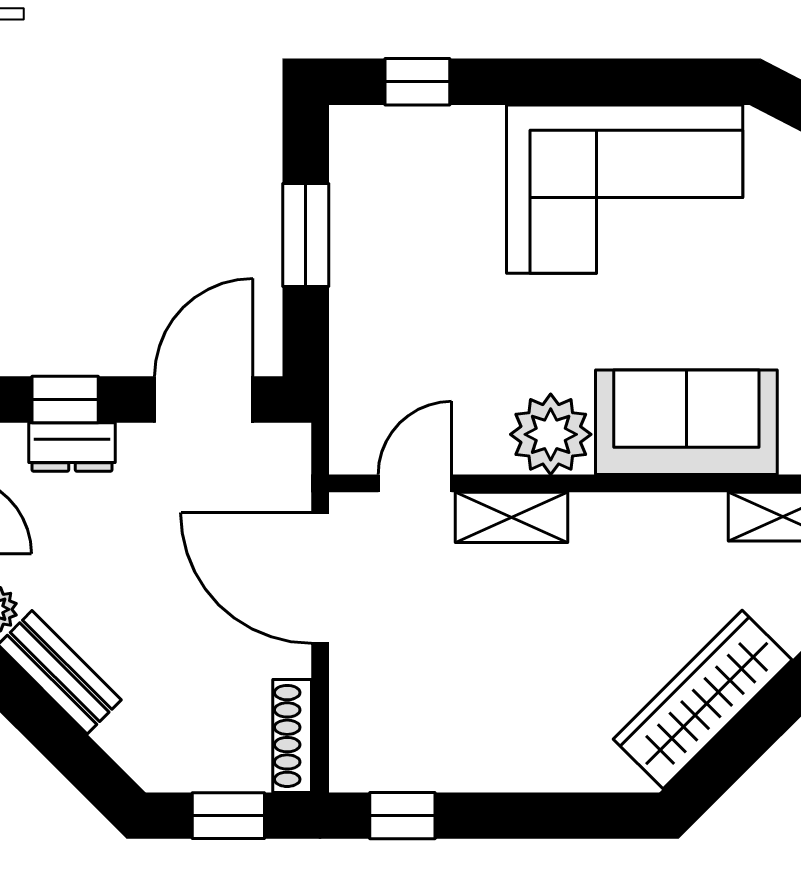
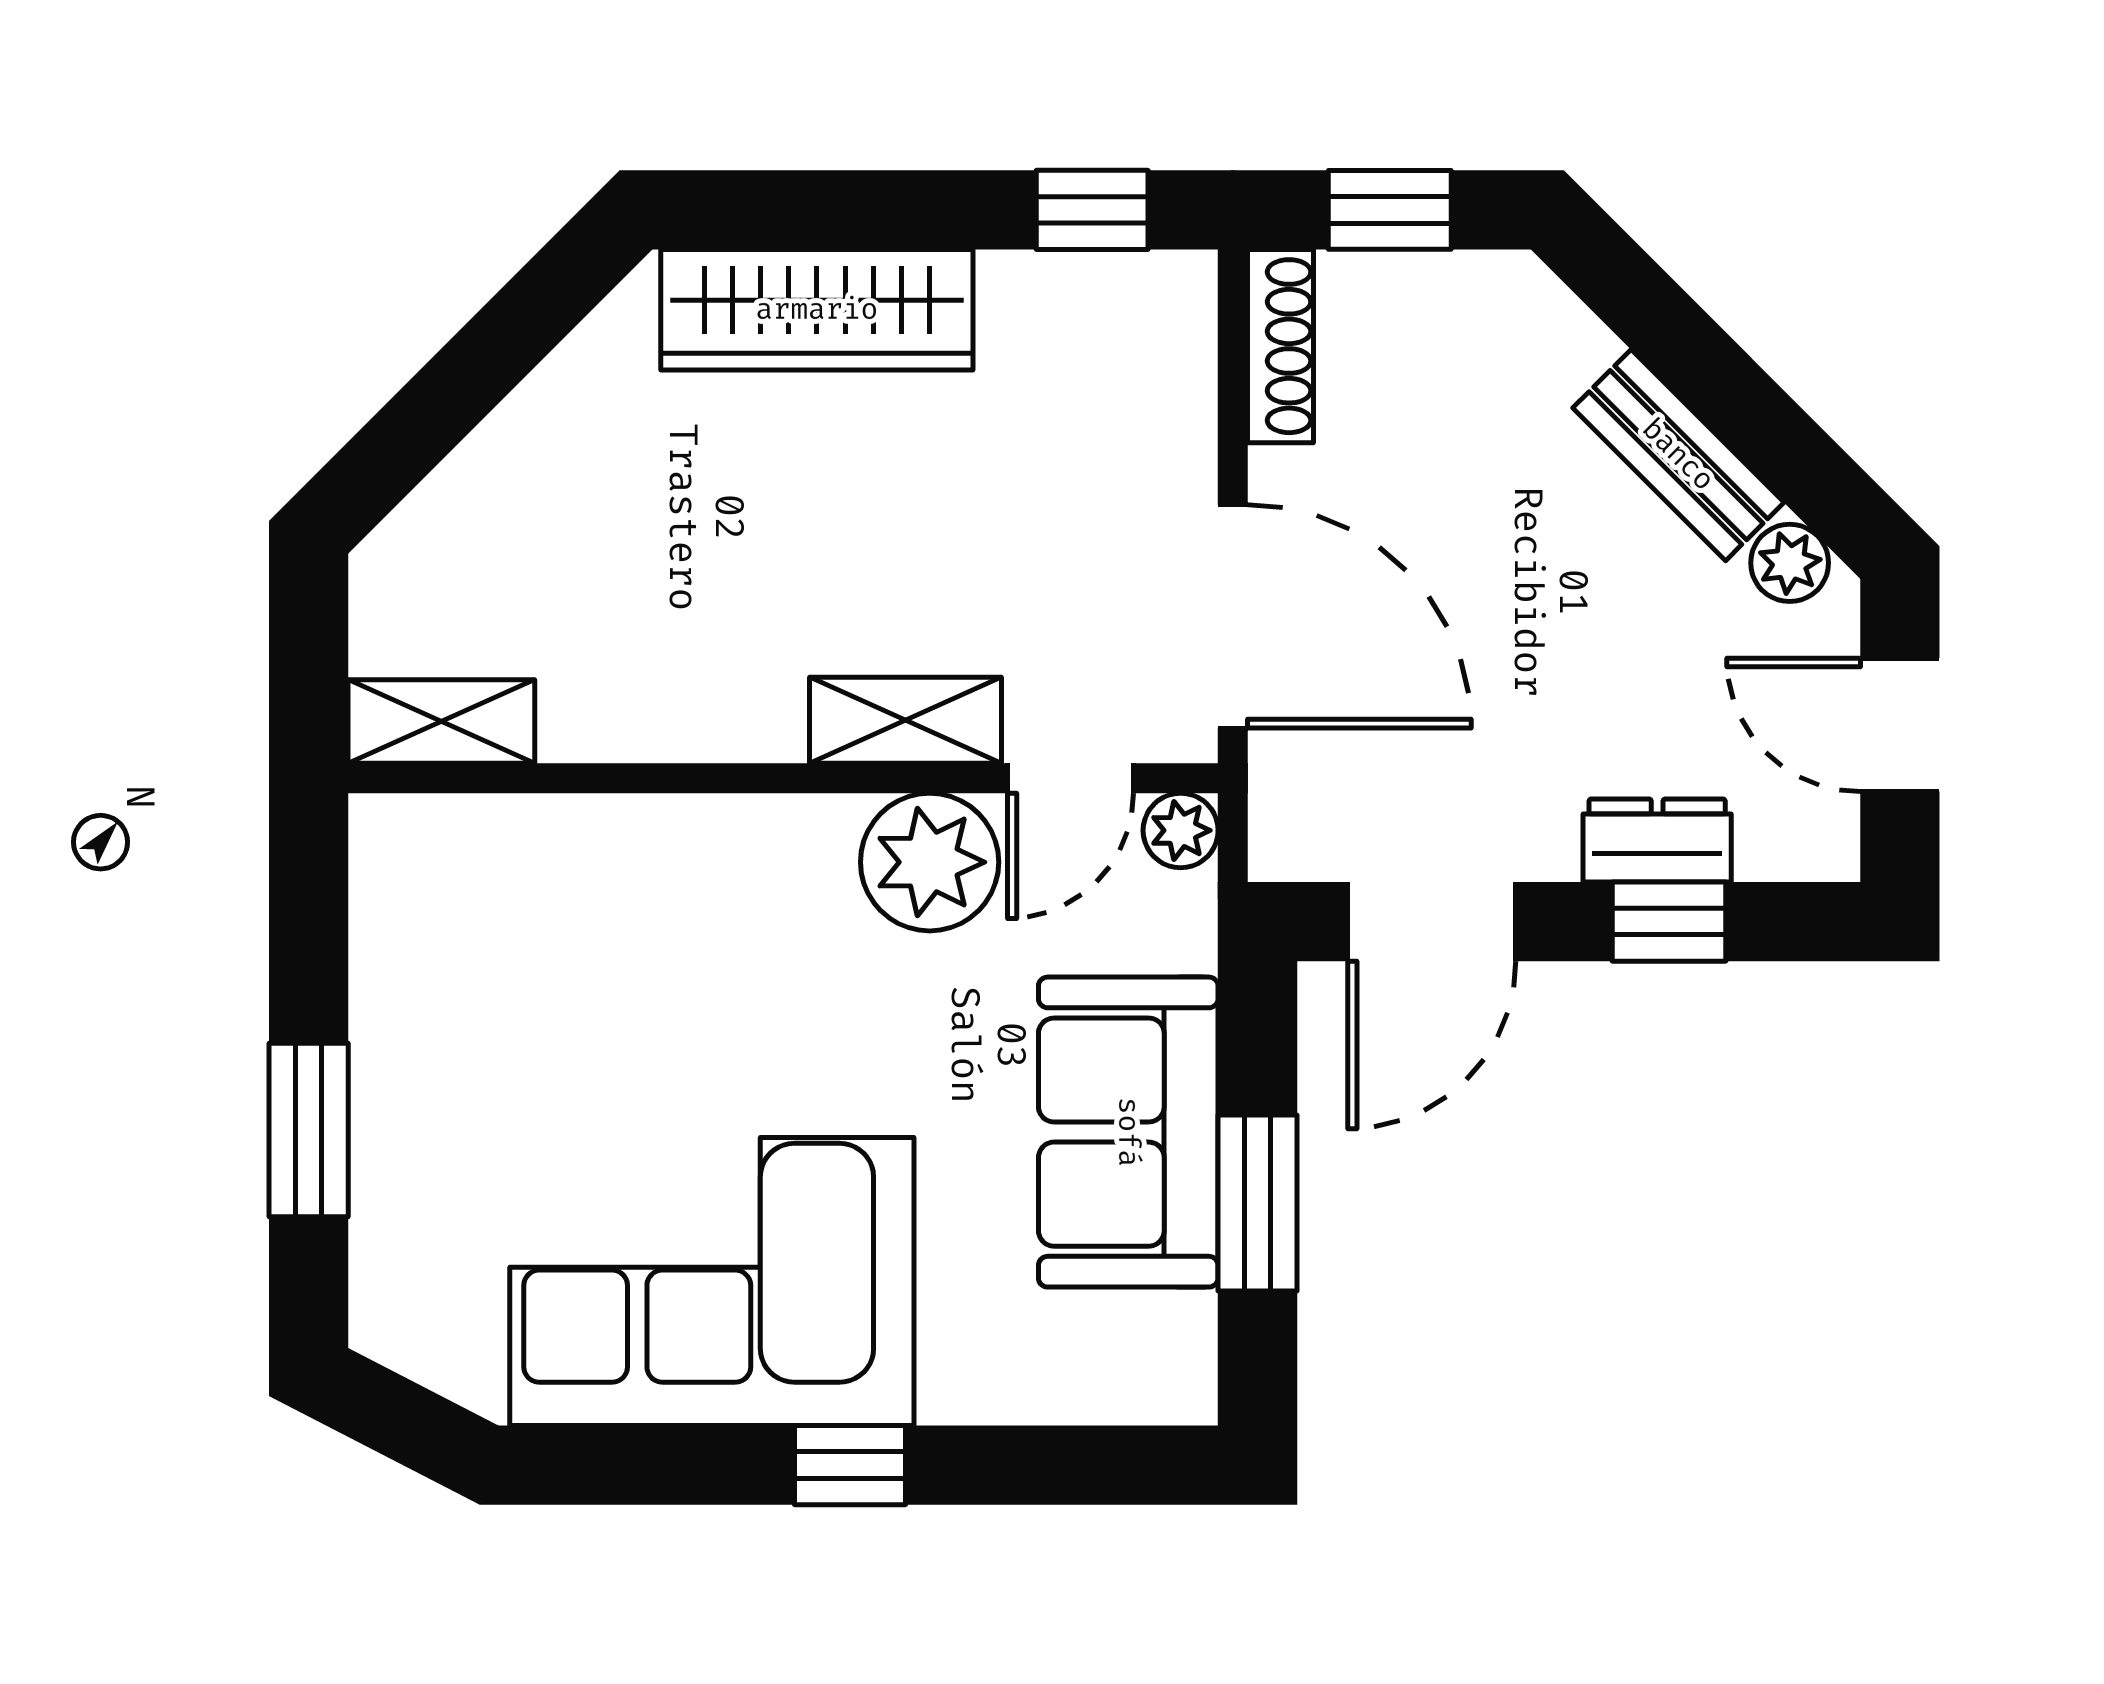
window: (417, 82) -> (850, 1465), moved
sofa: (686, 422) -> (1128, 1132), moved, turned 90
plant: (551, 434) -> (930, 862), moved
plant: (351, 453) -> (1181, 830), added
wardrobe: (703, 699) -> (817, 310), moved, turned 45

